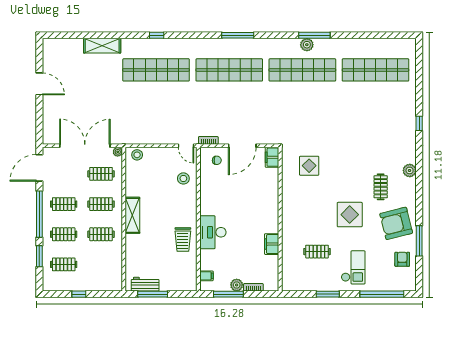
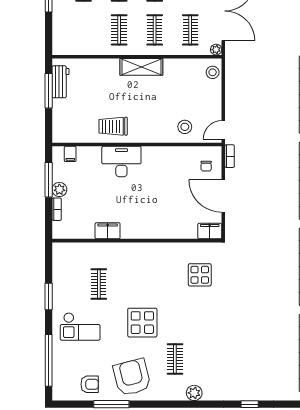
clothes rail: (381, 187) -> (175, 359), turned 90

